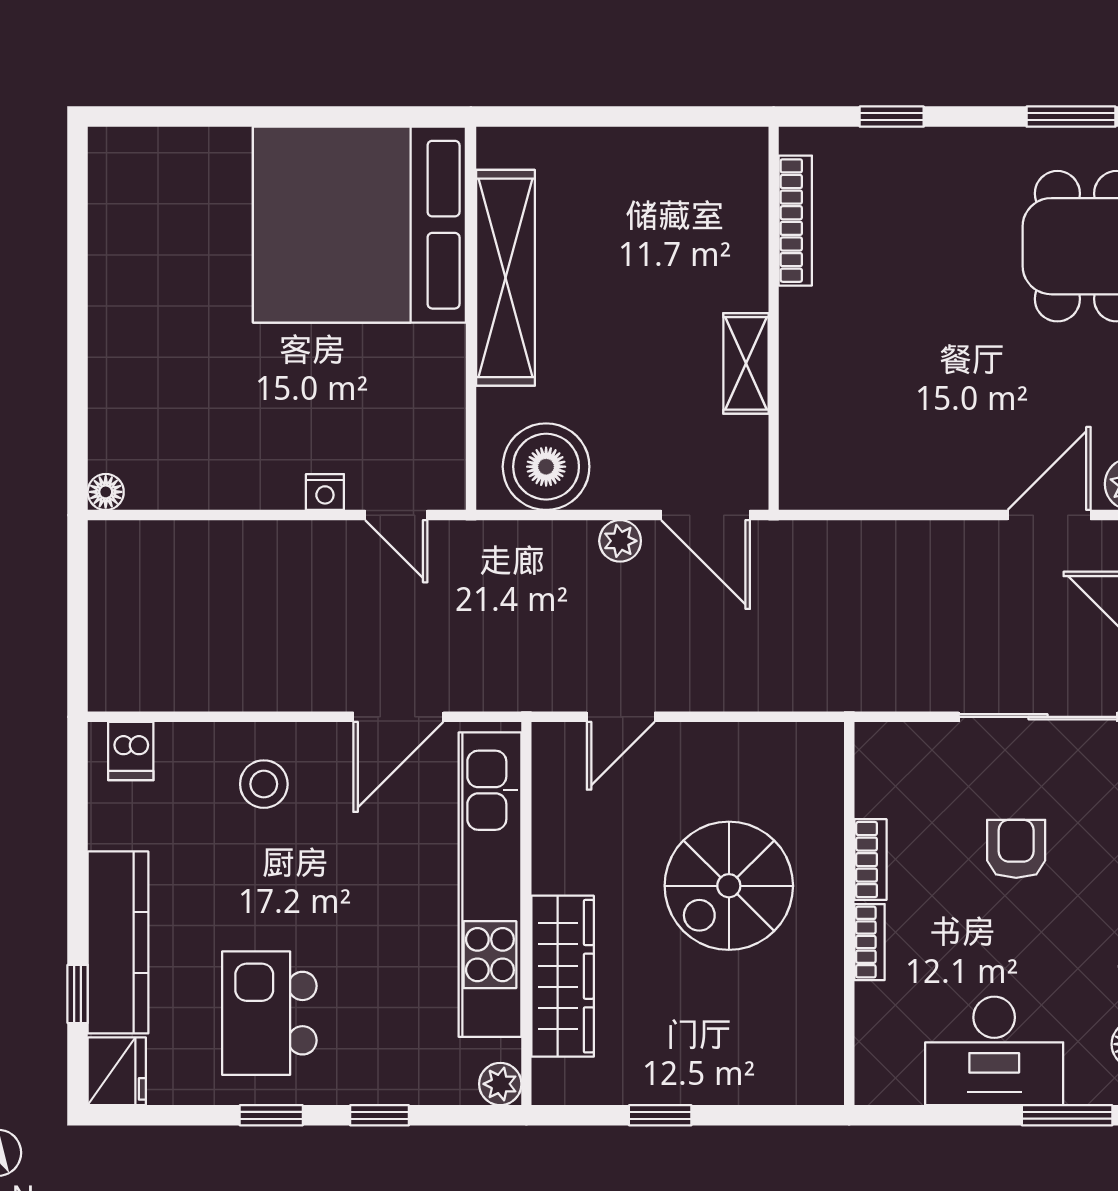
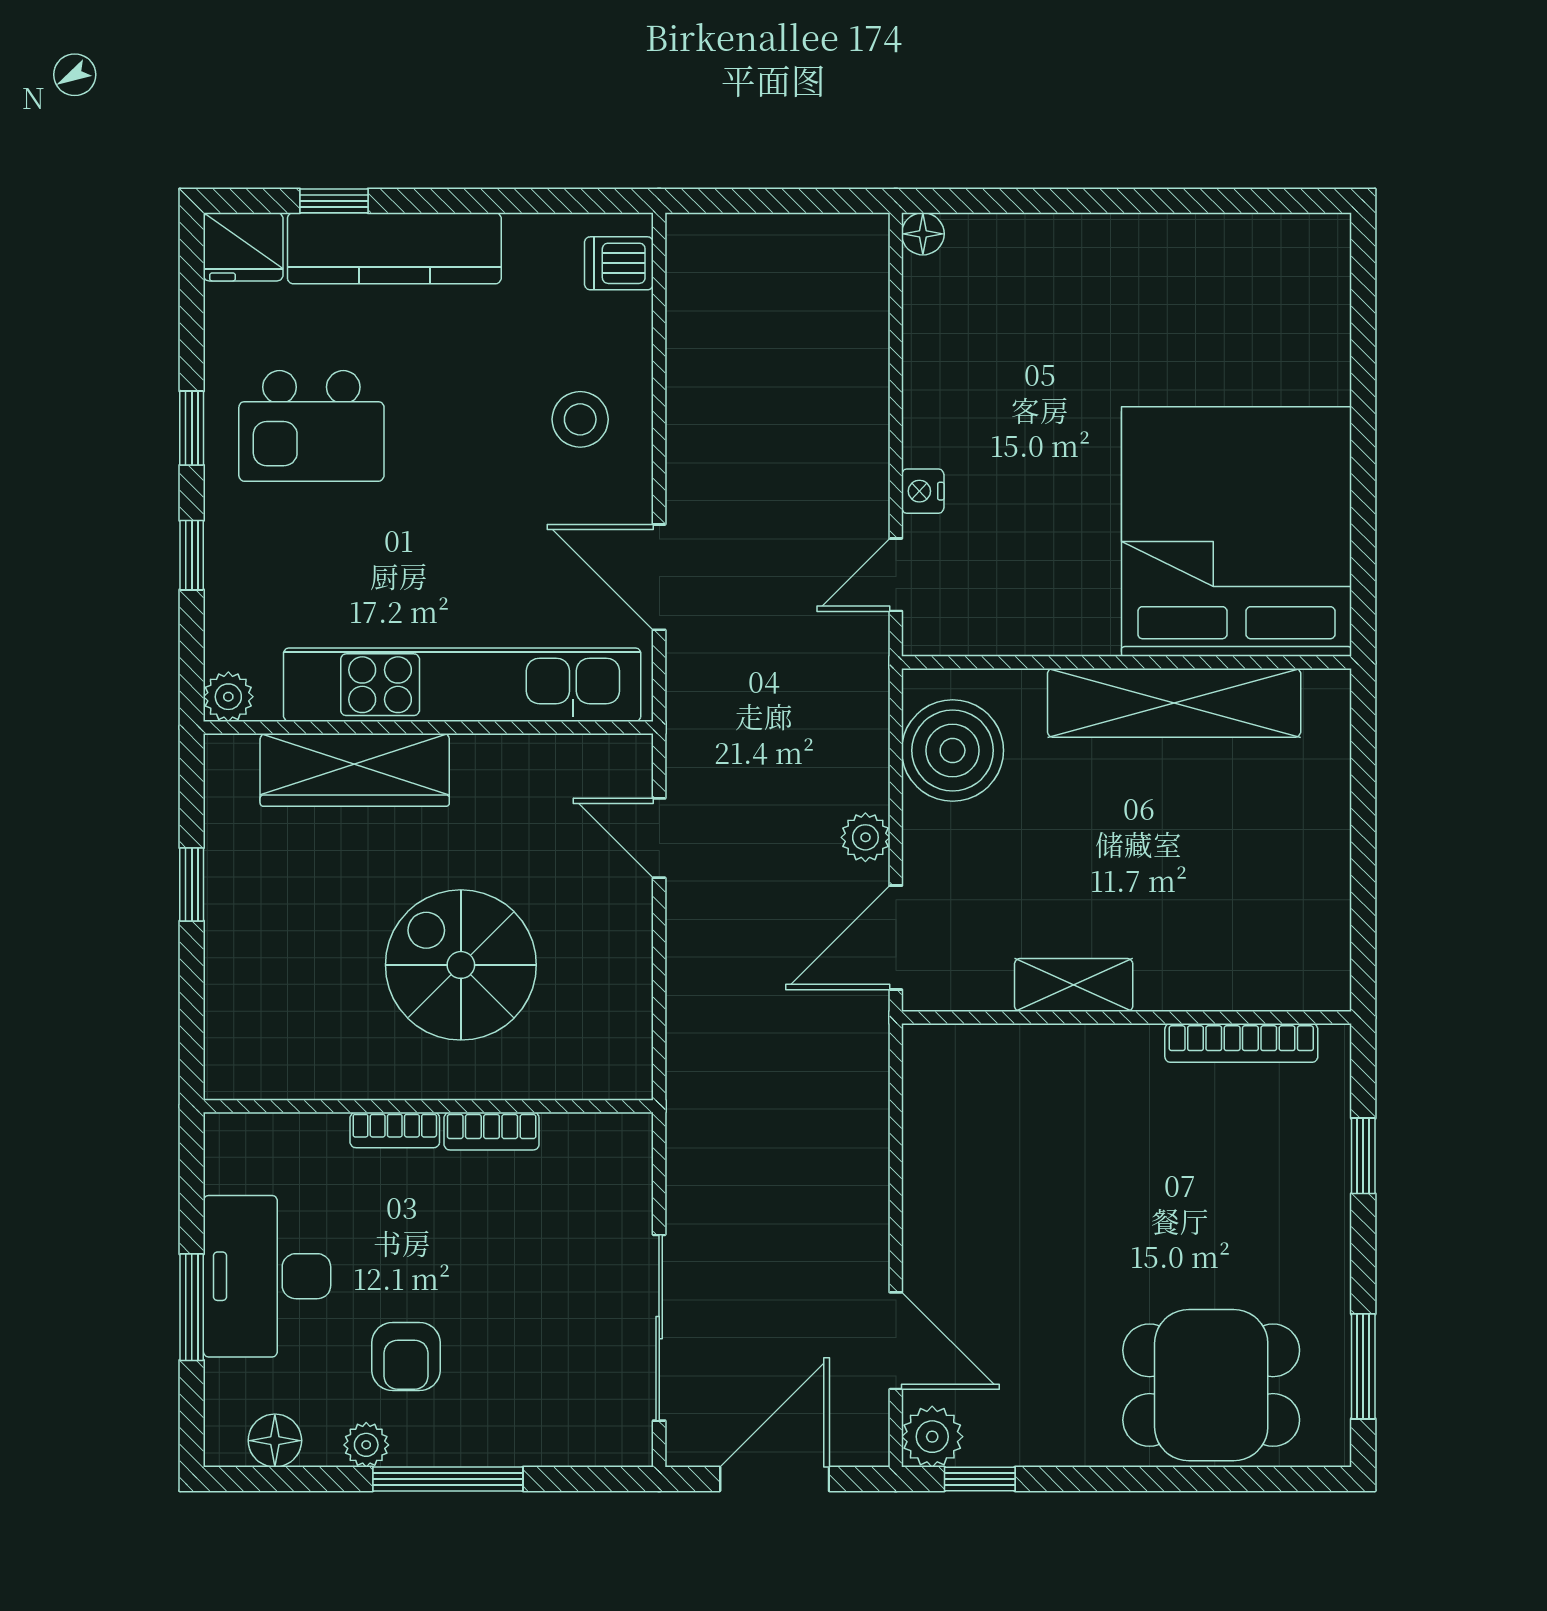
armchair: (1016, 849) -> (406, 1357), moved, turned 90
kitchen island: (269, 1013) -> (311, 426), turned 180
window: (1067, 1115) -> (192, 1307), moved

